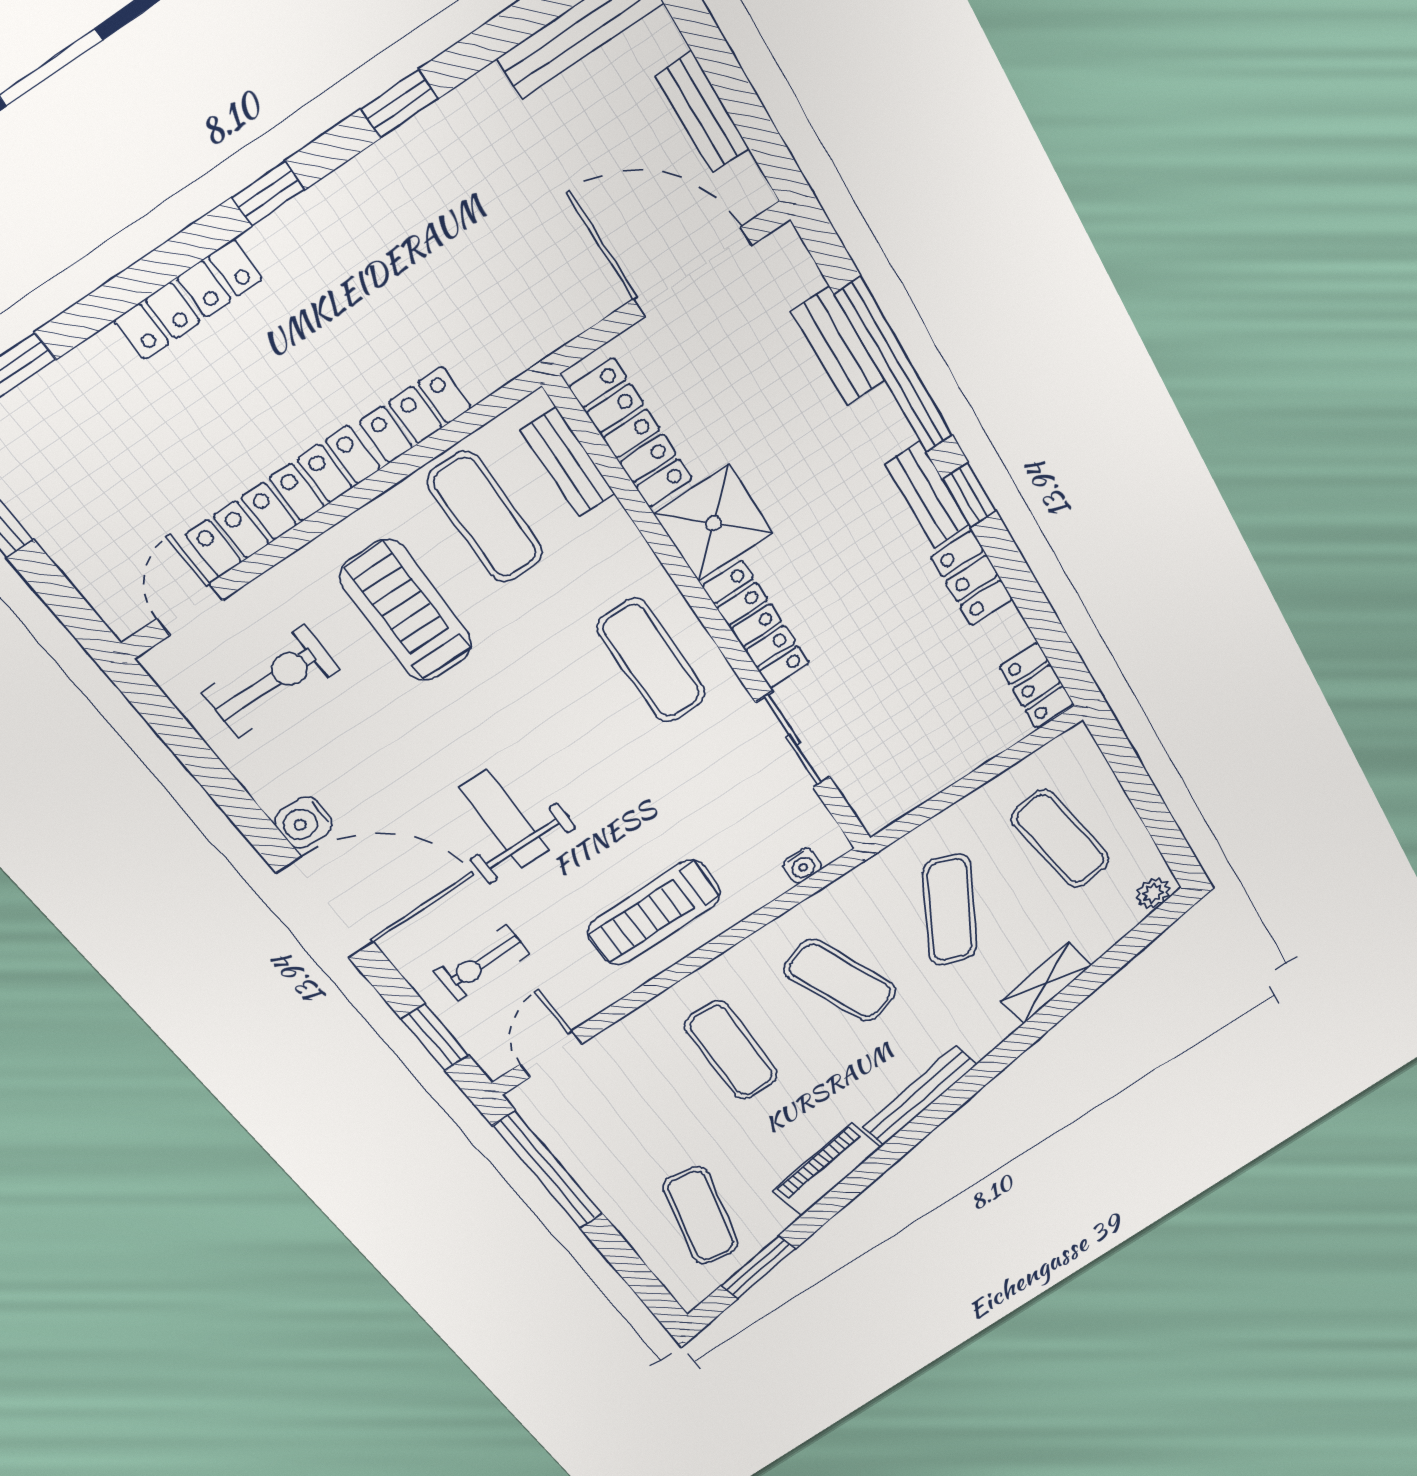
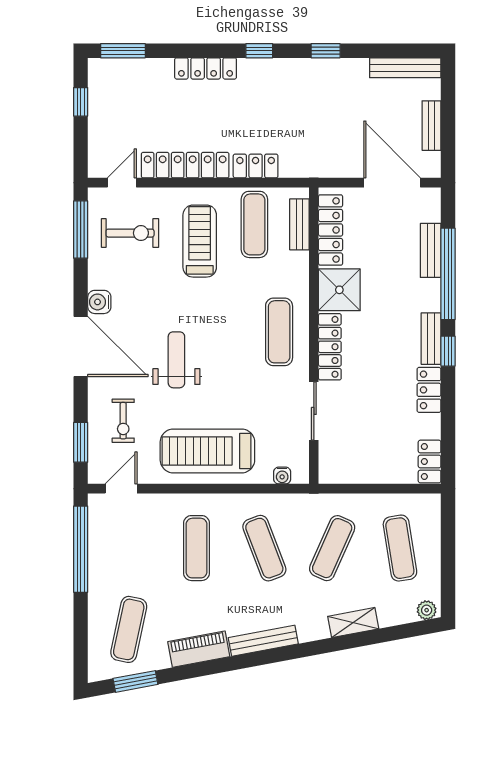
window: (178, 735) -> (81, 230), added
treadmill: (654, 913) -> (207, 451), width x1.37, depth x1.37
exercise bike: (482, 963) -> (123, 421), turned -90

